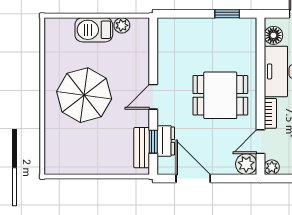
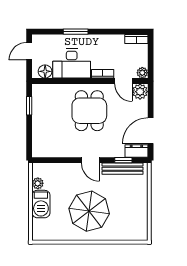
dresser: (166, 141) -> (136, 151), moved
bench: (142, 148) -> (122, 169), width x1.36

